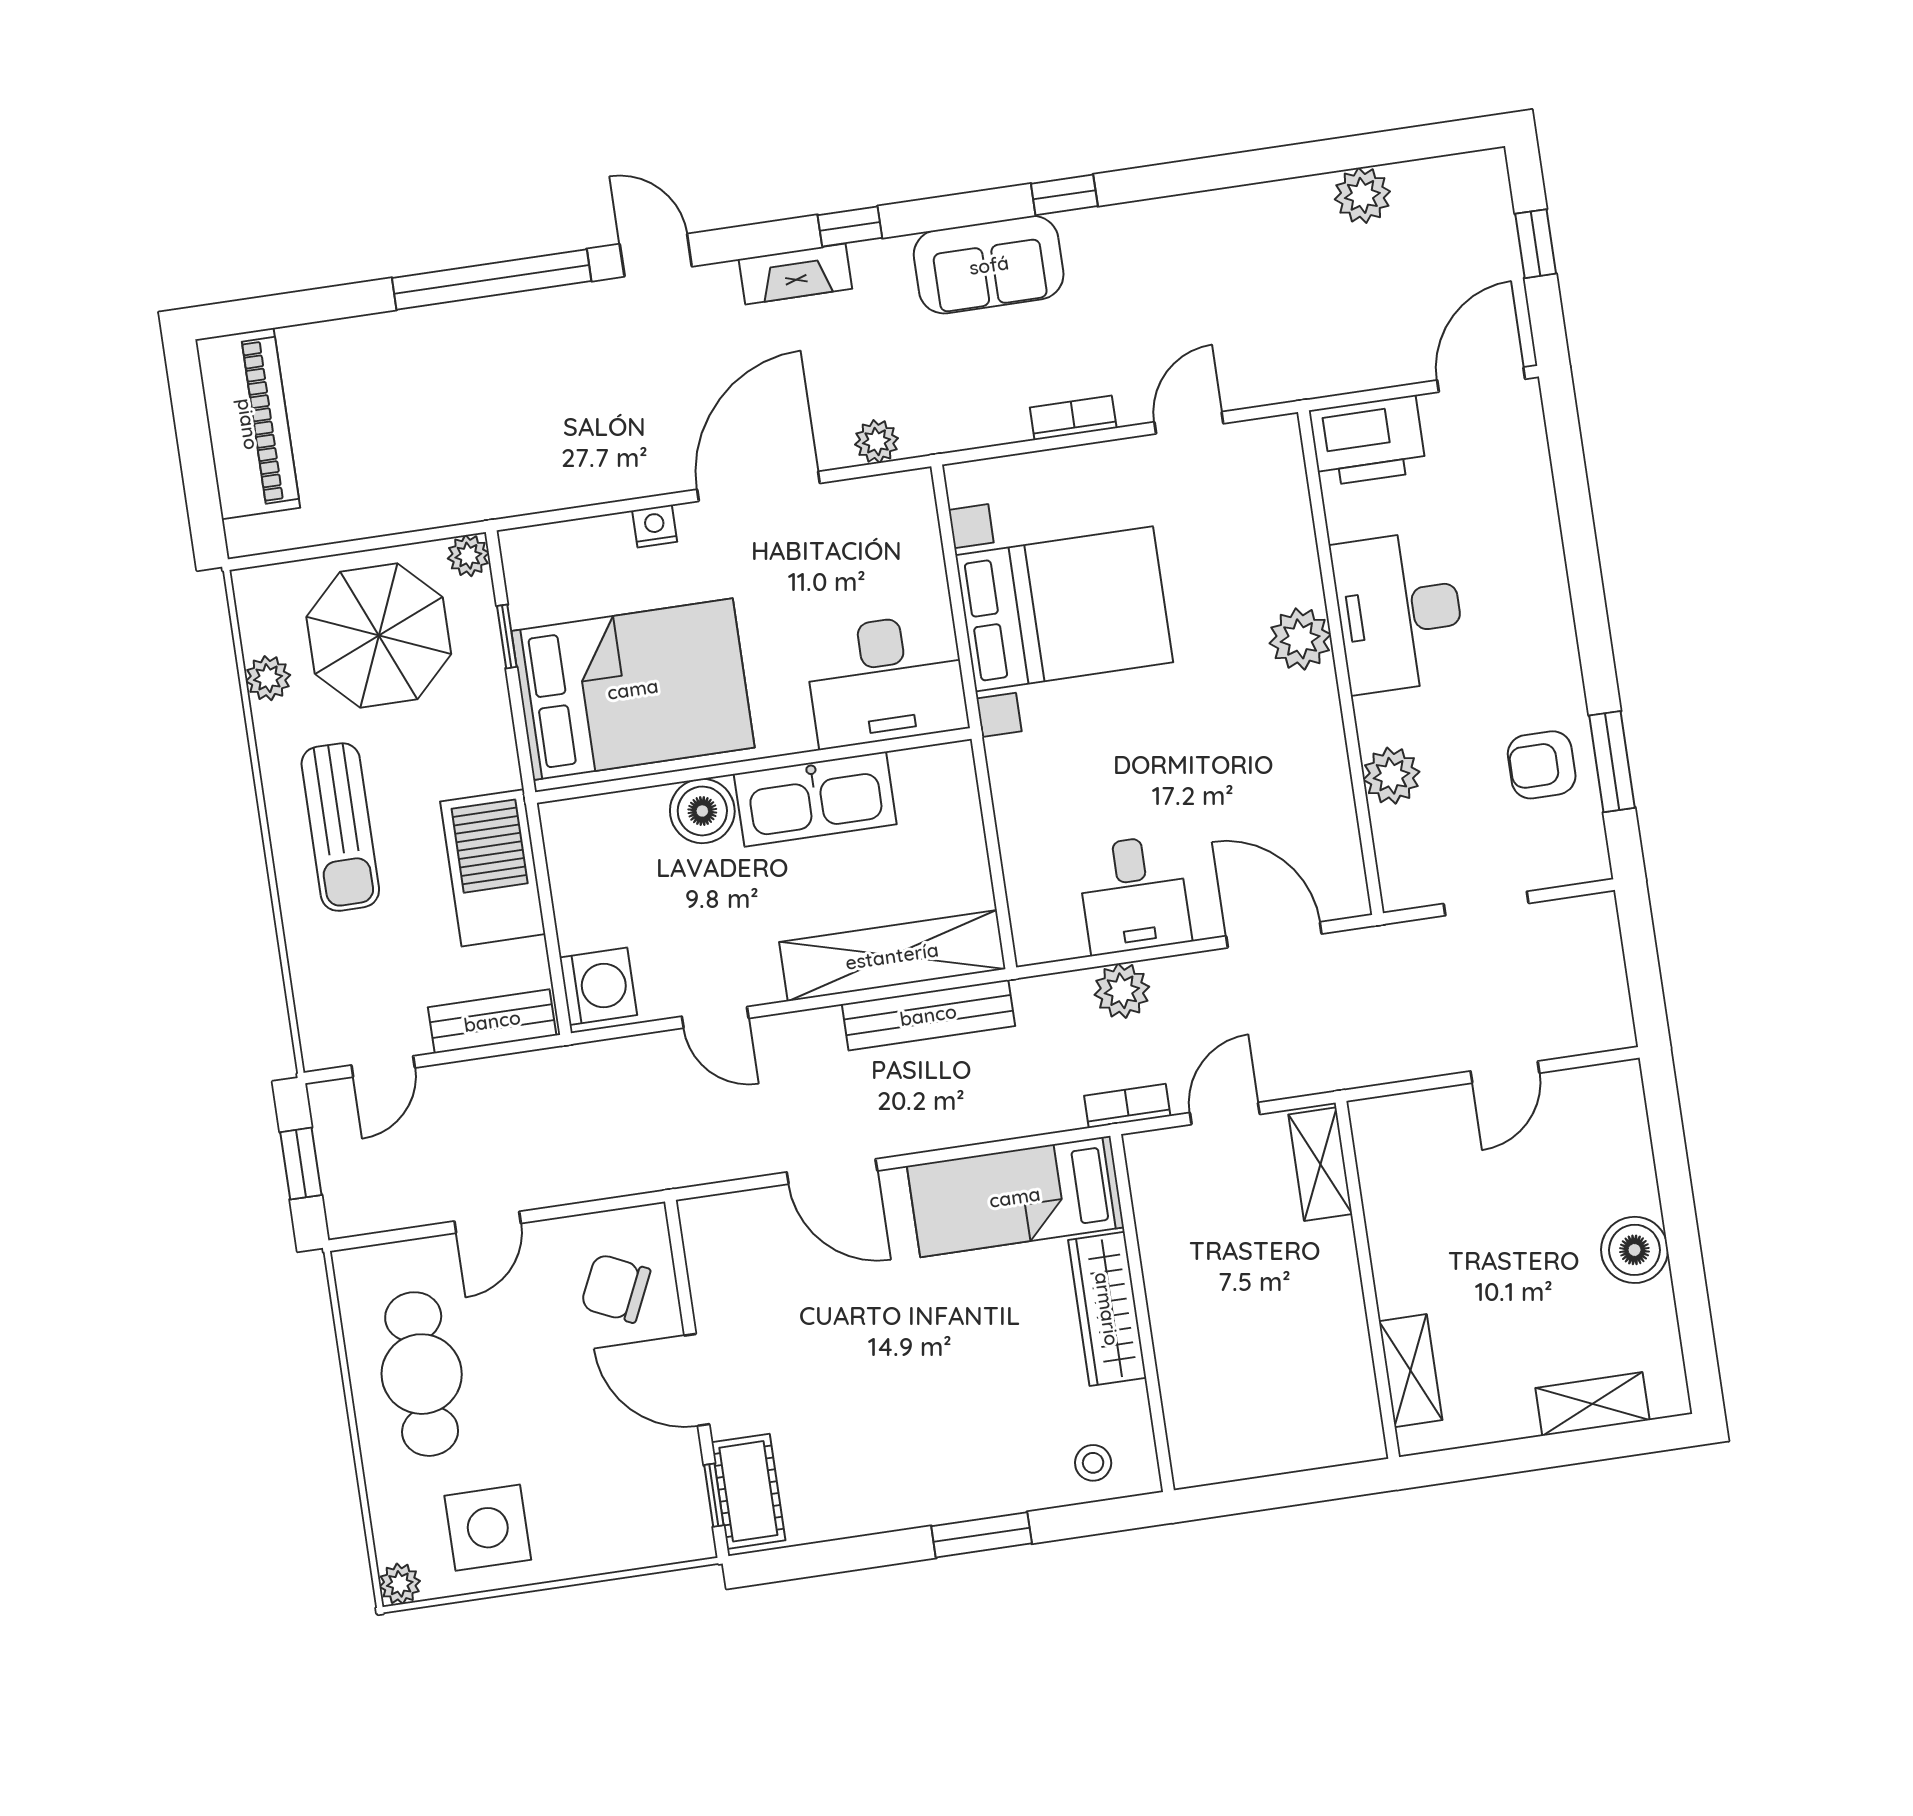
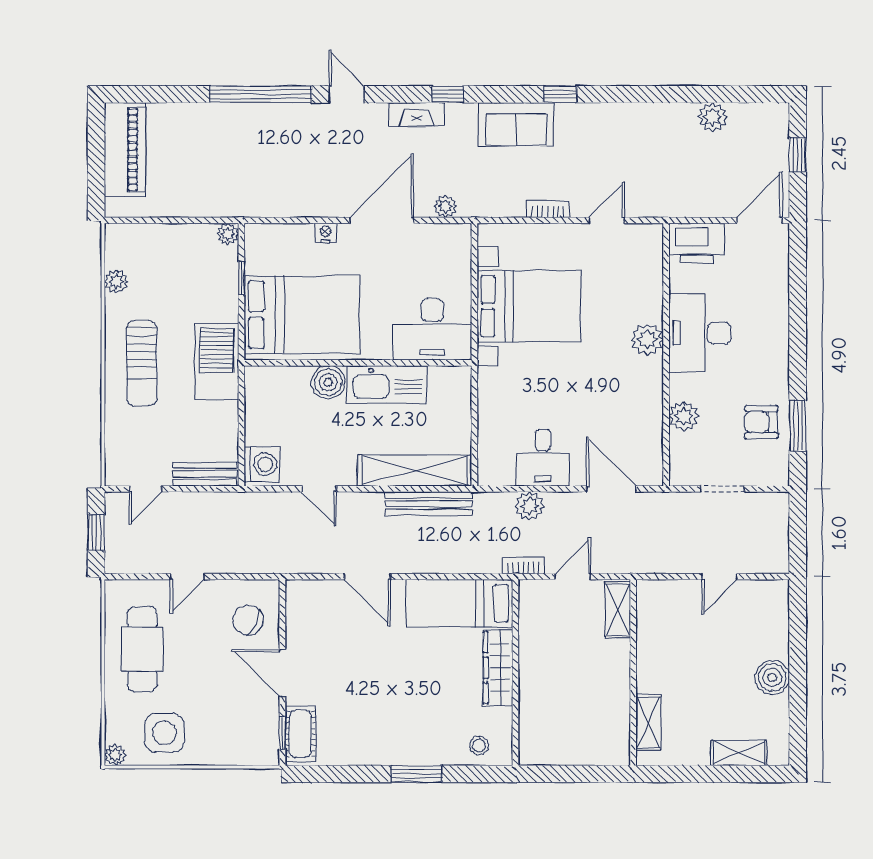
parasol: (379, 635) -> (176, 268), removed
barbecue: (493, 868) -> (217, 362), moved

